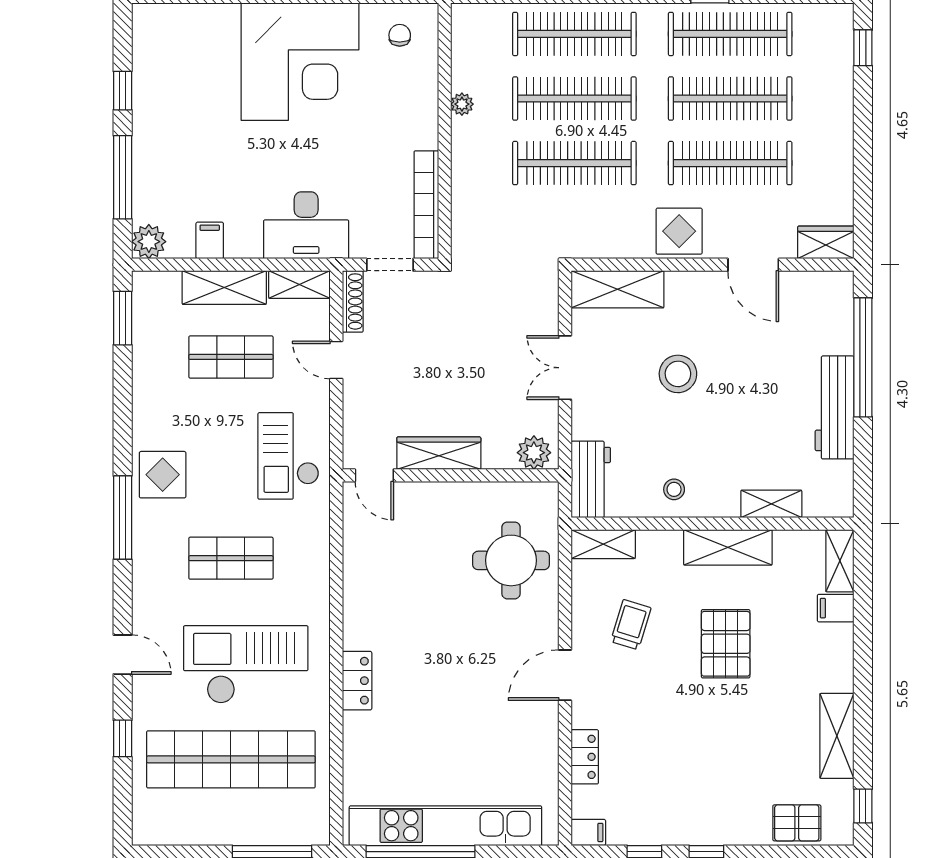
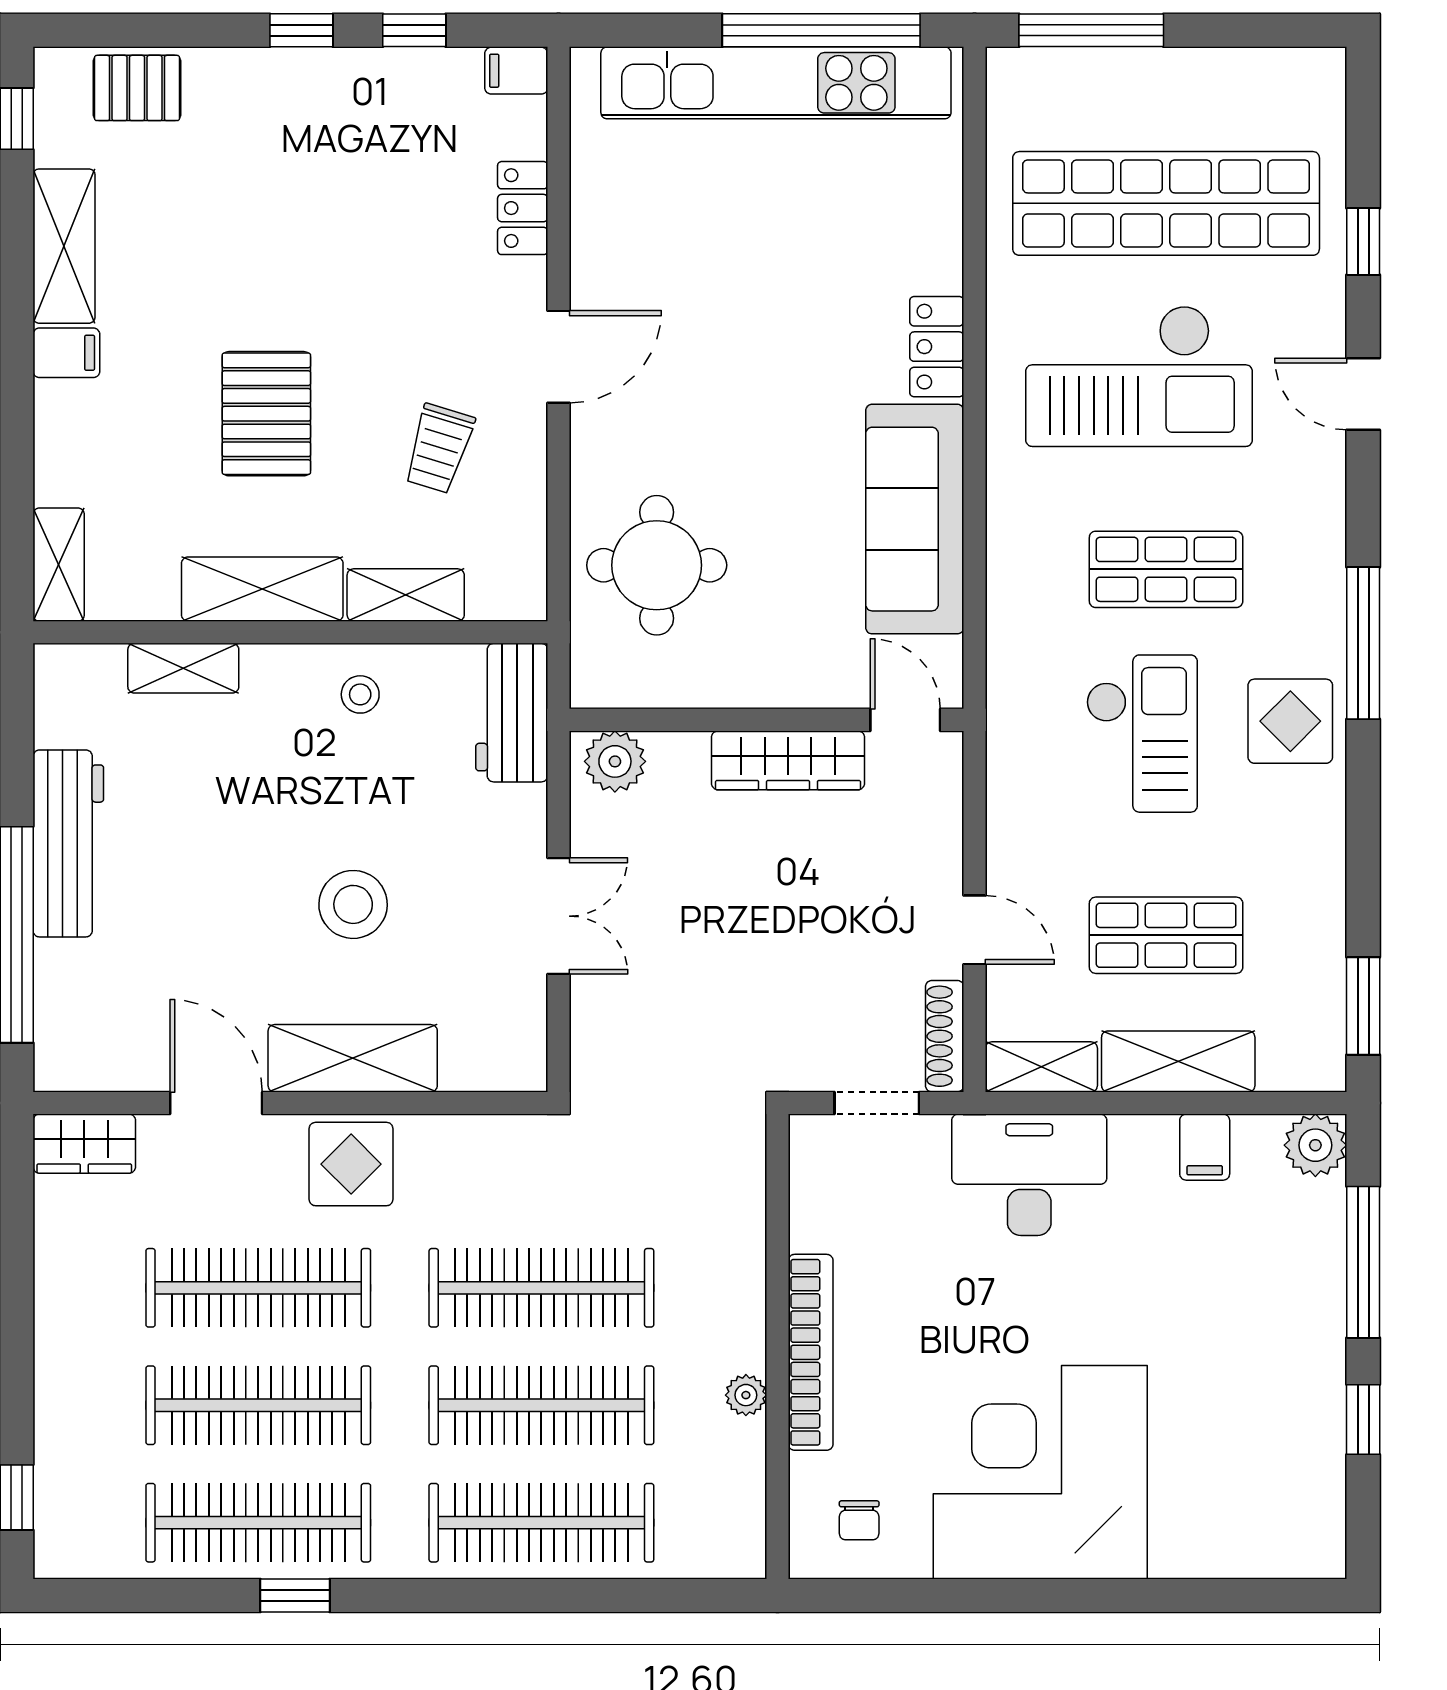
bookcase: (426, 205) -> (811, 1352), moved
shelving: (617, 289) -> (353, 1058), moved
checkout: (288, 456) -> (1142, 734), moved
shelving: (603, 544) -> (406, 595), moved
sofa: (369, 586) -> (915, 519), added
filing cabinet: (836, 608) -> (66, 353), moved

